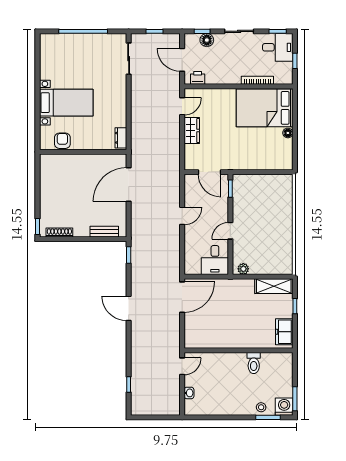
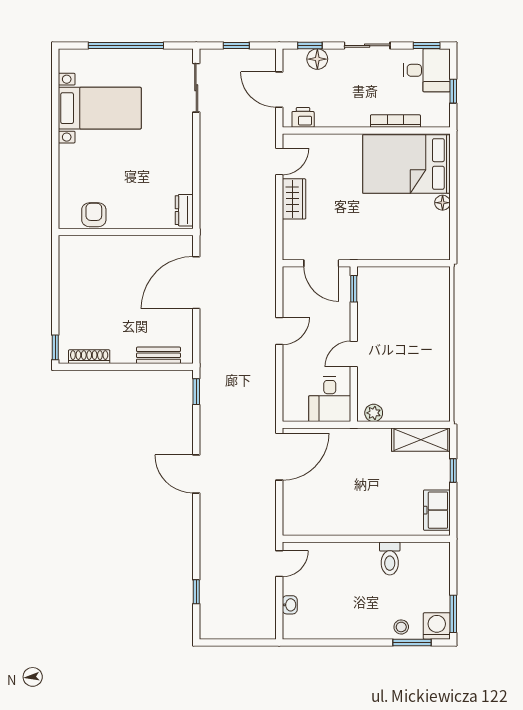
bed with nightstands: (66, 103) -> (100, 108), moved

